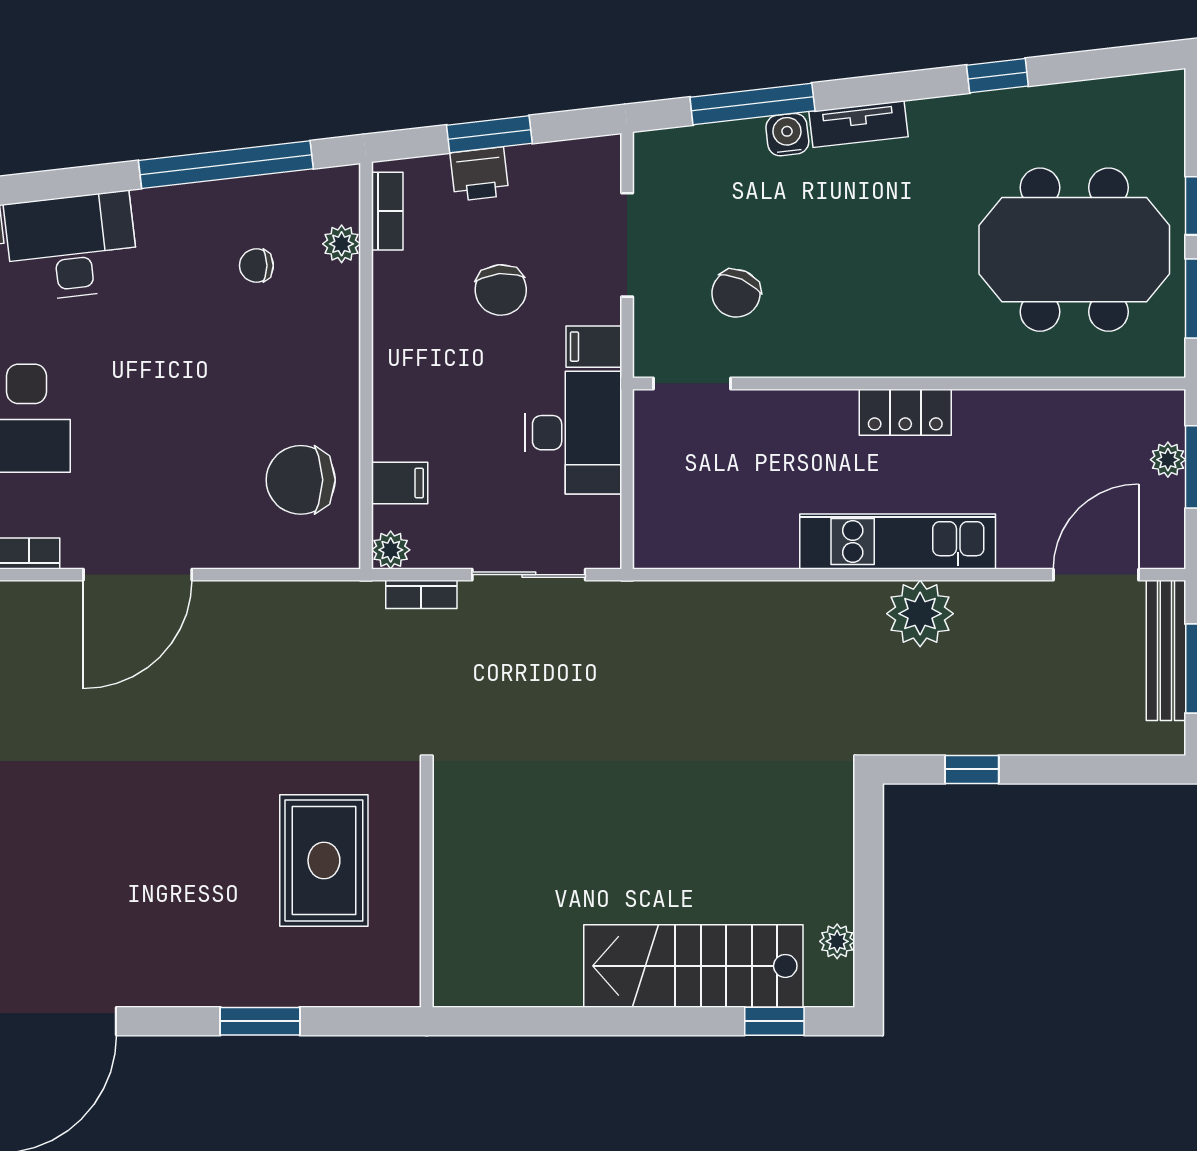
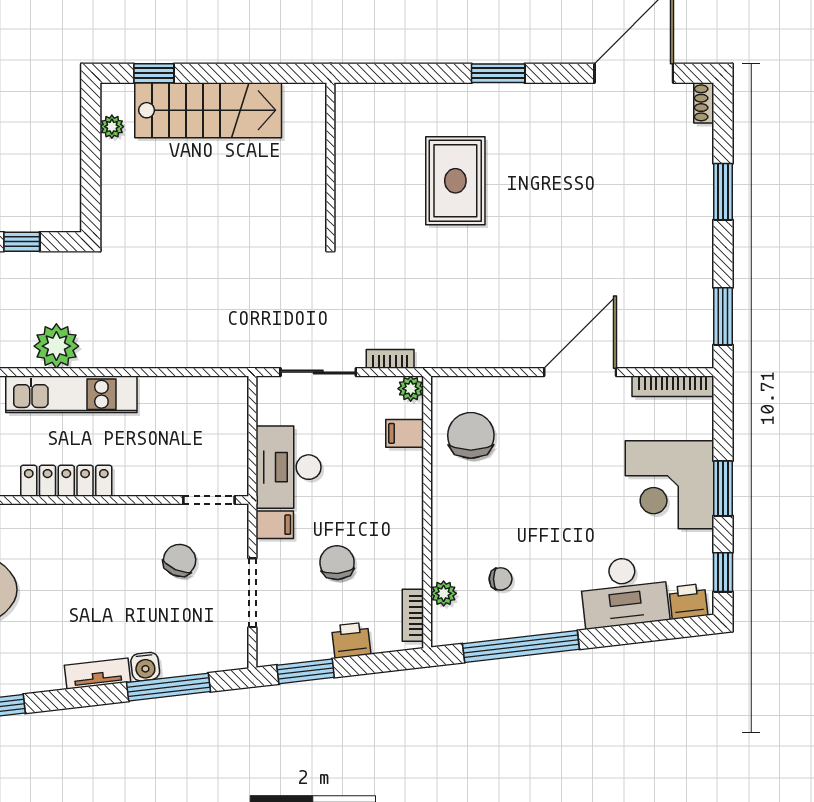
window: (489, 134) -> (306, 671), moved
locker: (905, 412) -> (66, 481), width x1.53
chair: (301, 480) -> (471, 435), turned -90
wall: (427, 887) -> (330, 163), moved

